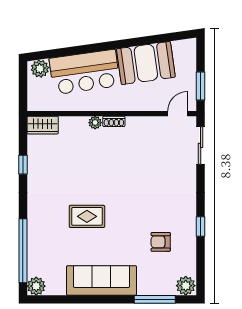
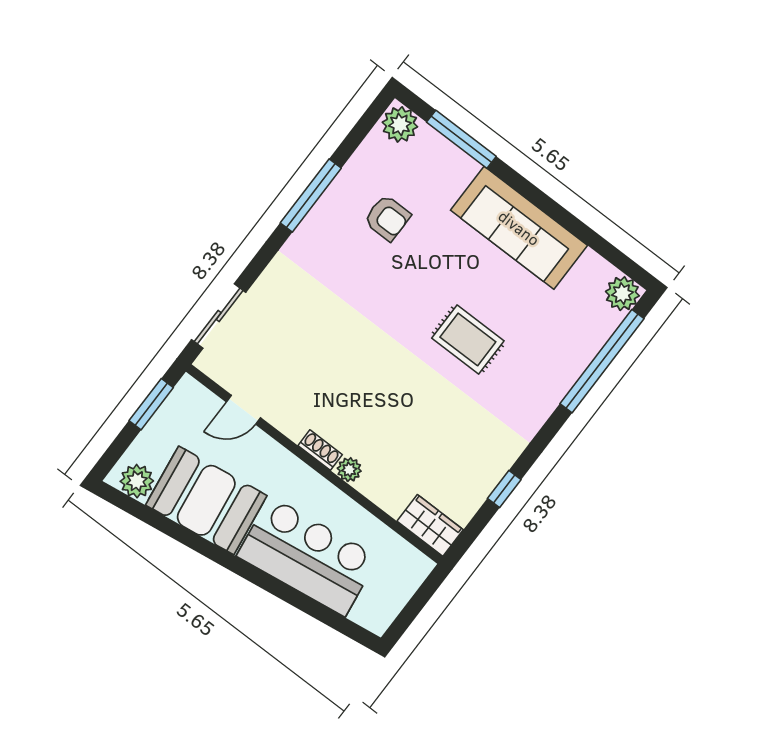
plant: (40, 69) -> (137, 481), moved
door: (178, 114) -> (243, 410), moved
window: (201, 227) -> (311, 196), width x2.17

